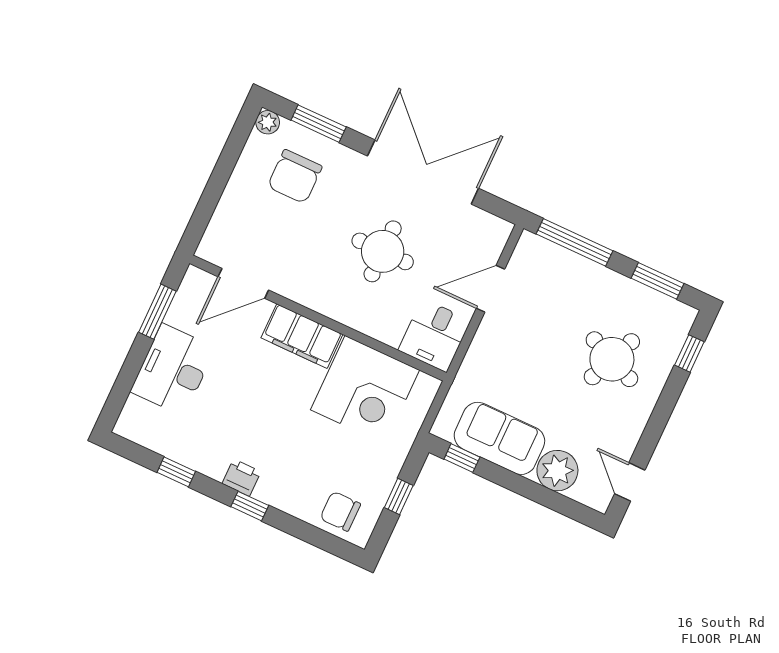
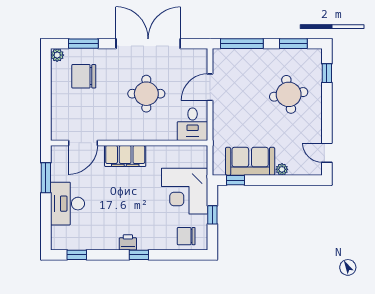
chair: (295, 176) -> (84, 76), turned 90
round table: (612, 359) -> (289, 94), turned -32
corner desk: (365, 390) -> (185, 191), moved, turned 90
plant: (557, 471) -> (282, 169), width x0.53, depth x0.53
window: (176, 472) -> (77, 255), moved

